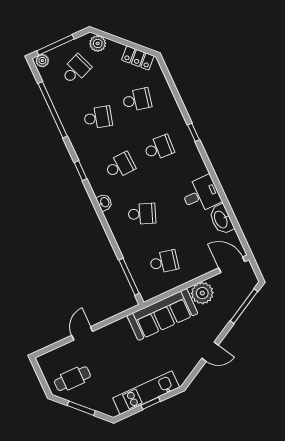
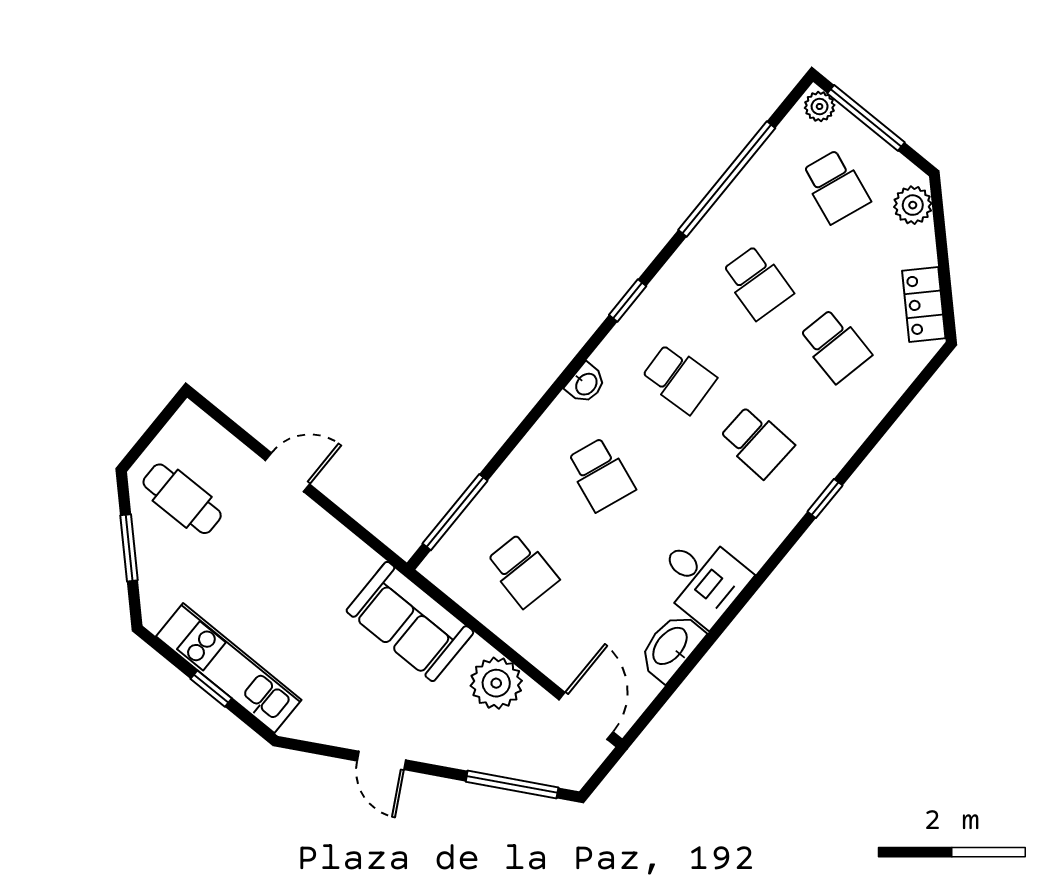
school desk: (76, 70) -> (835, 186), turned 42
sofa: (162, 315) -> (410, 621), width x0.73

